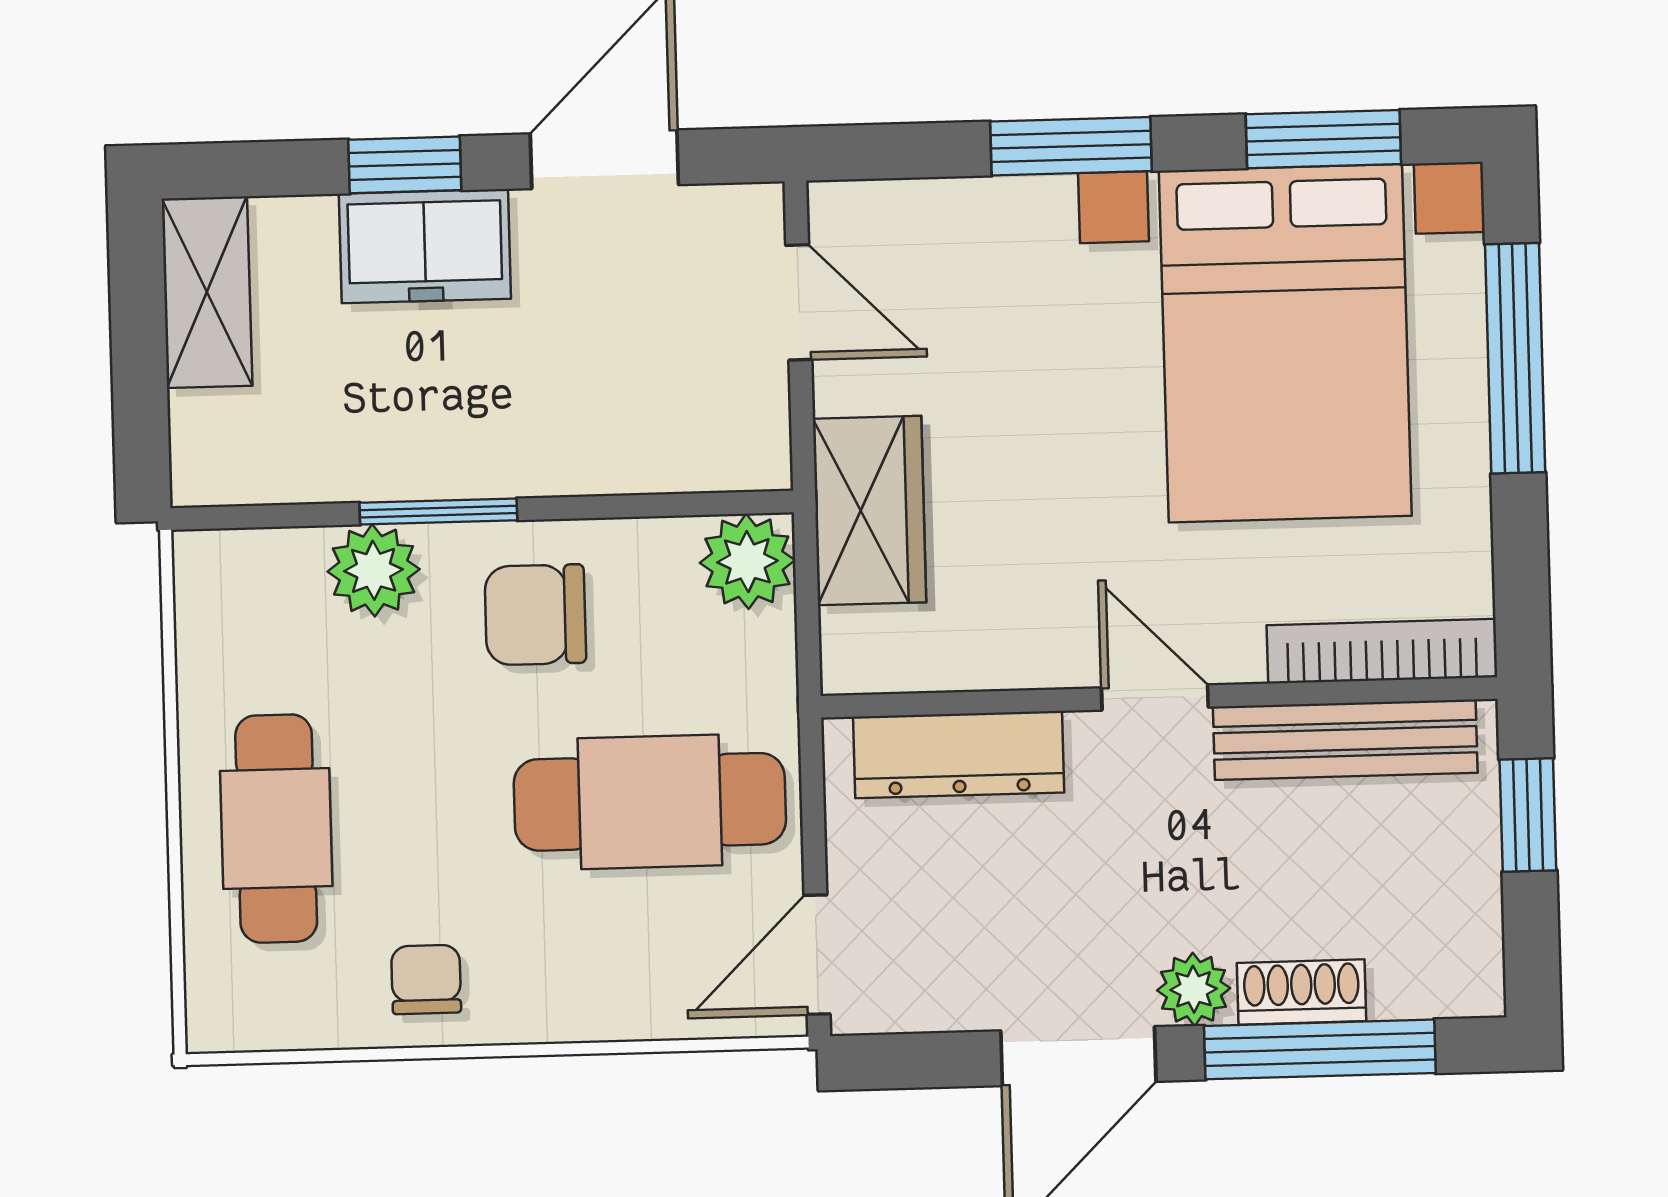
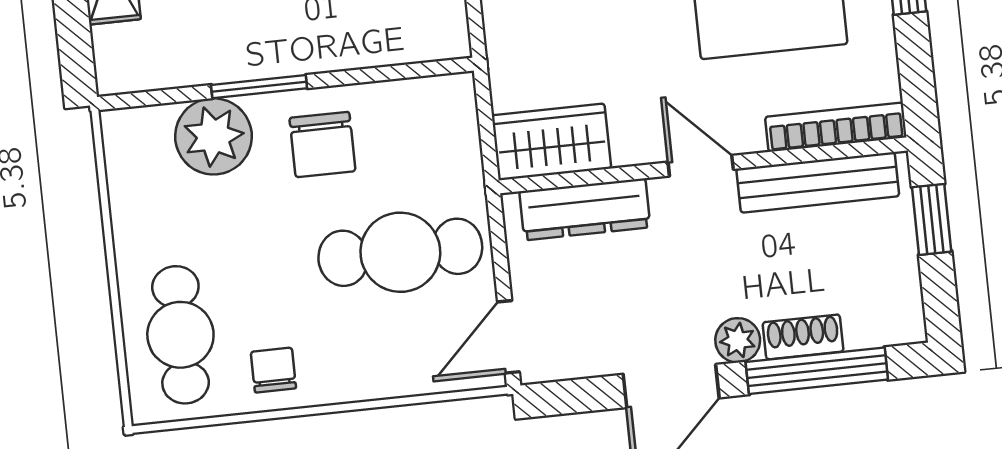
wardrobe: (869, 511) -> (551, 142), moved, turned -90
plant: (747, 561) -> (448, 102), removed
plant: (374, 570) -> (214, 136), width x1.36, depth x1.36
chair: (535, 615) -> (322, 145), turned -90
cafe table: (276, 829) -> (180, 335), moved

